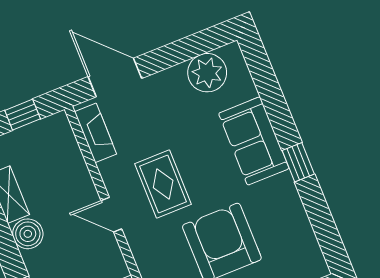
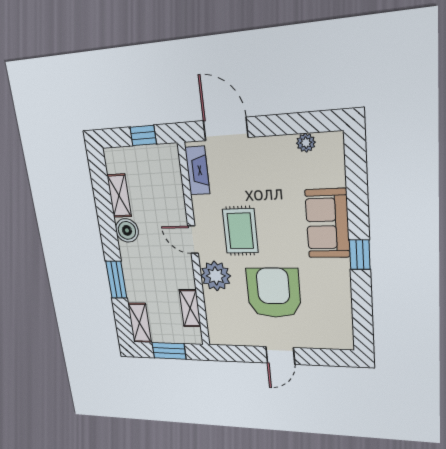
plant: (207, 73) -> (306, 143), width x0.53, depth x0.53
plant: (150, 249) -> (216, 276), added

